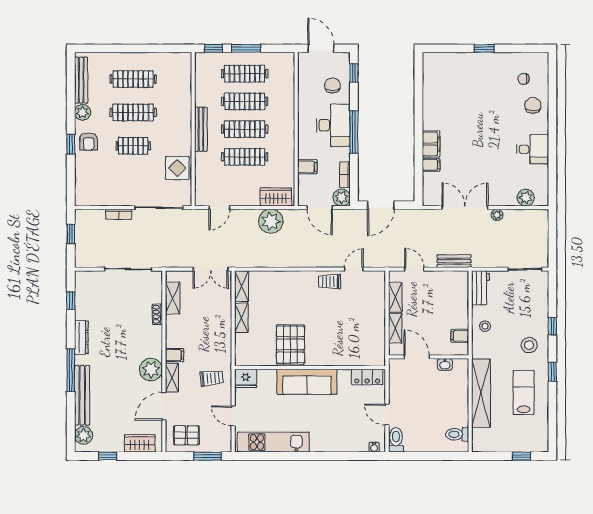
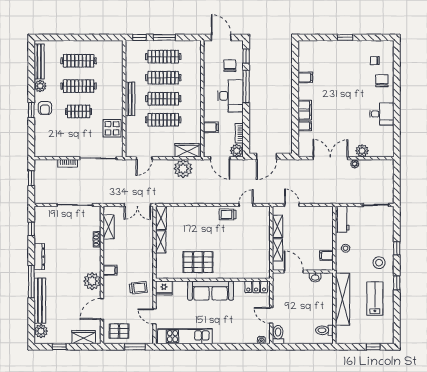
filing cabinet: (432, 101) -> (305, 77), added
window: (354, 132) -> (246, 86), moved
plant: (526, 198) -> (362, 151), moved
bench: (454, 261) -> (322, 199), removed
pallet: (290, 344) -> (198, 262), turned 90
shelving: (172, 378) -> (108, 287), removed

